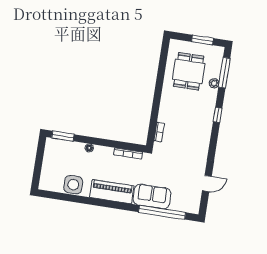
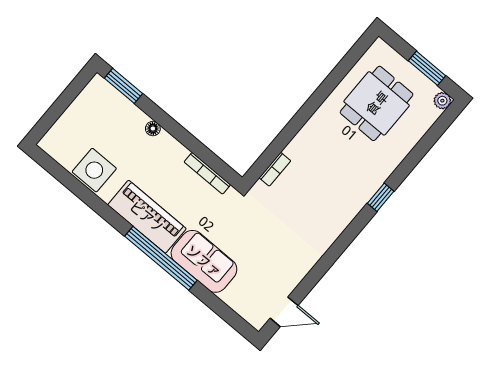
window: (224, 73) -> (430, 139), removed
plant: (214, 83) -> (442, 101), moved
door: (207, 184) -> (284, 312), moved
window: (162, 212) -> (161, 258), moved

